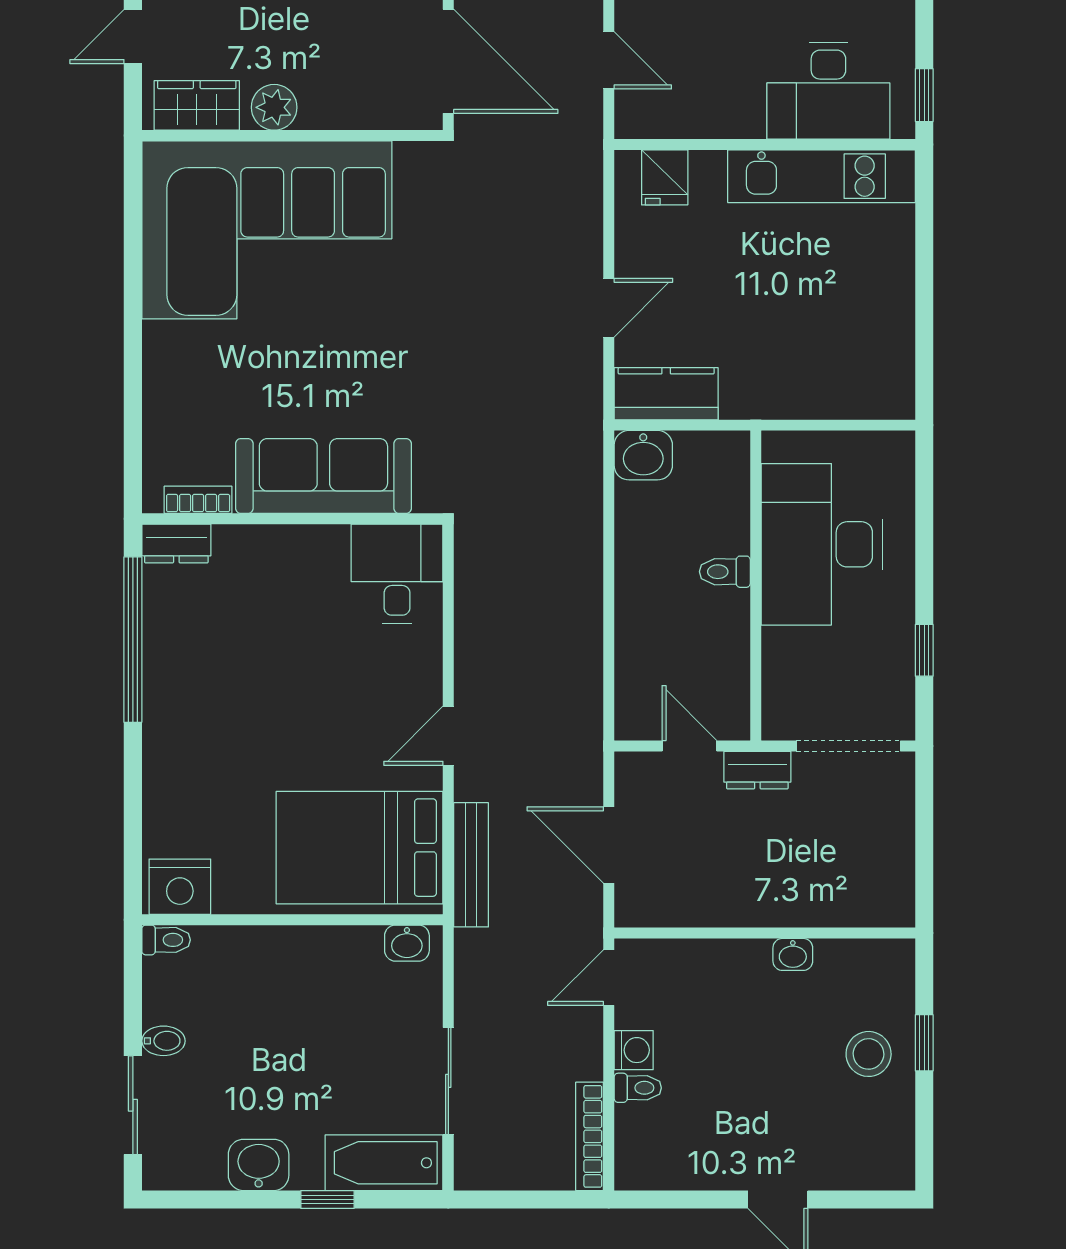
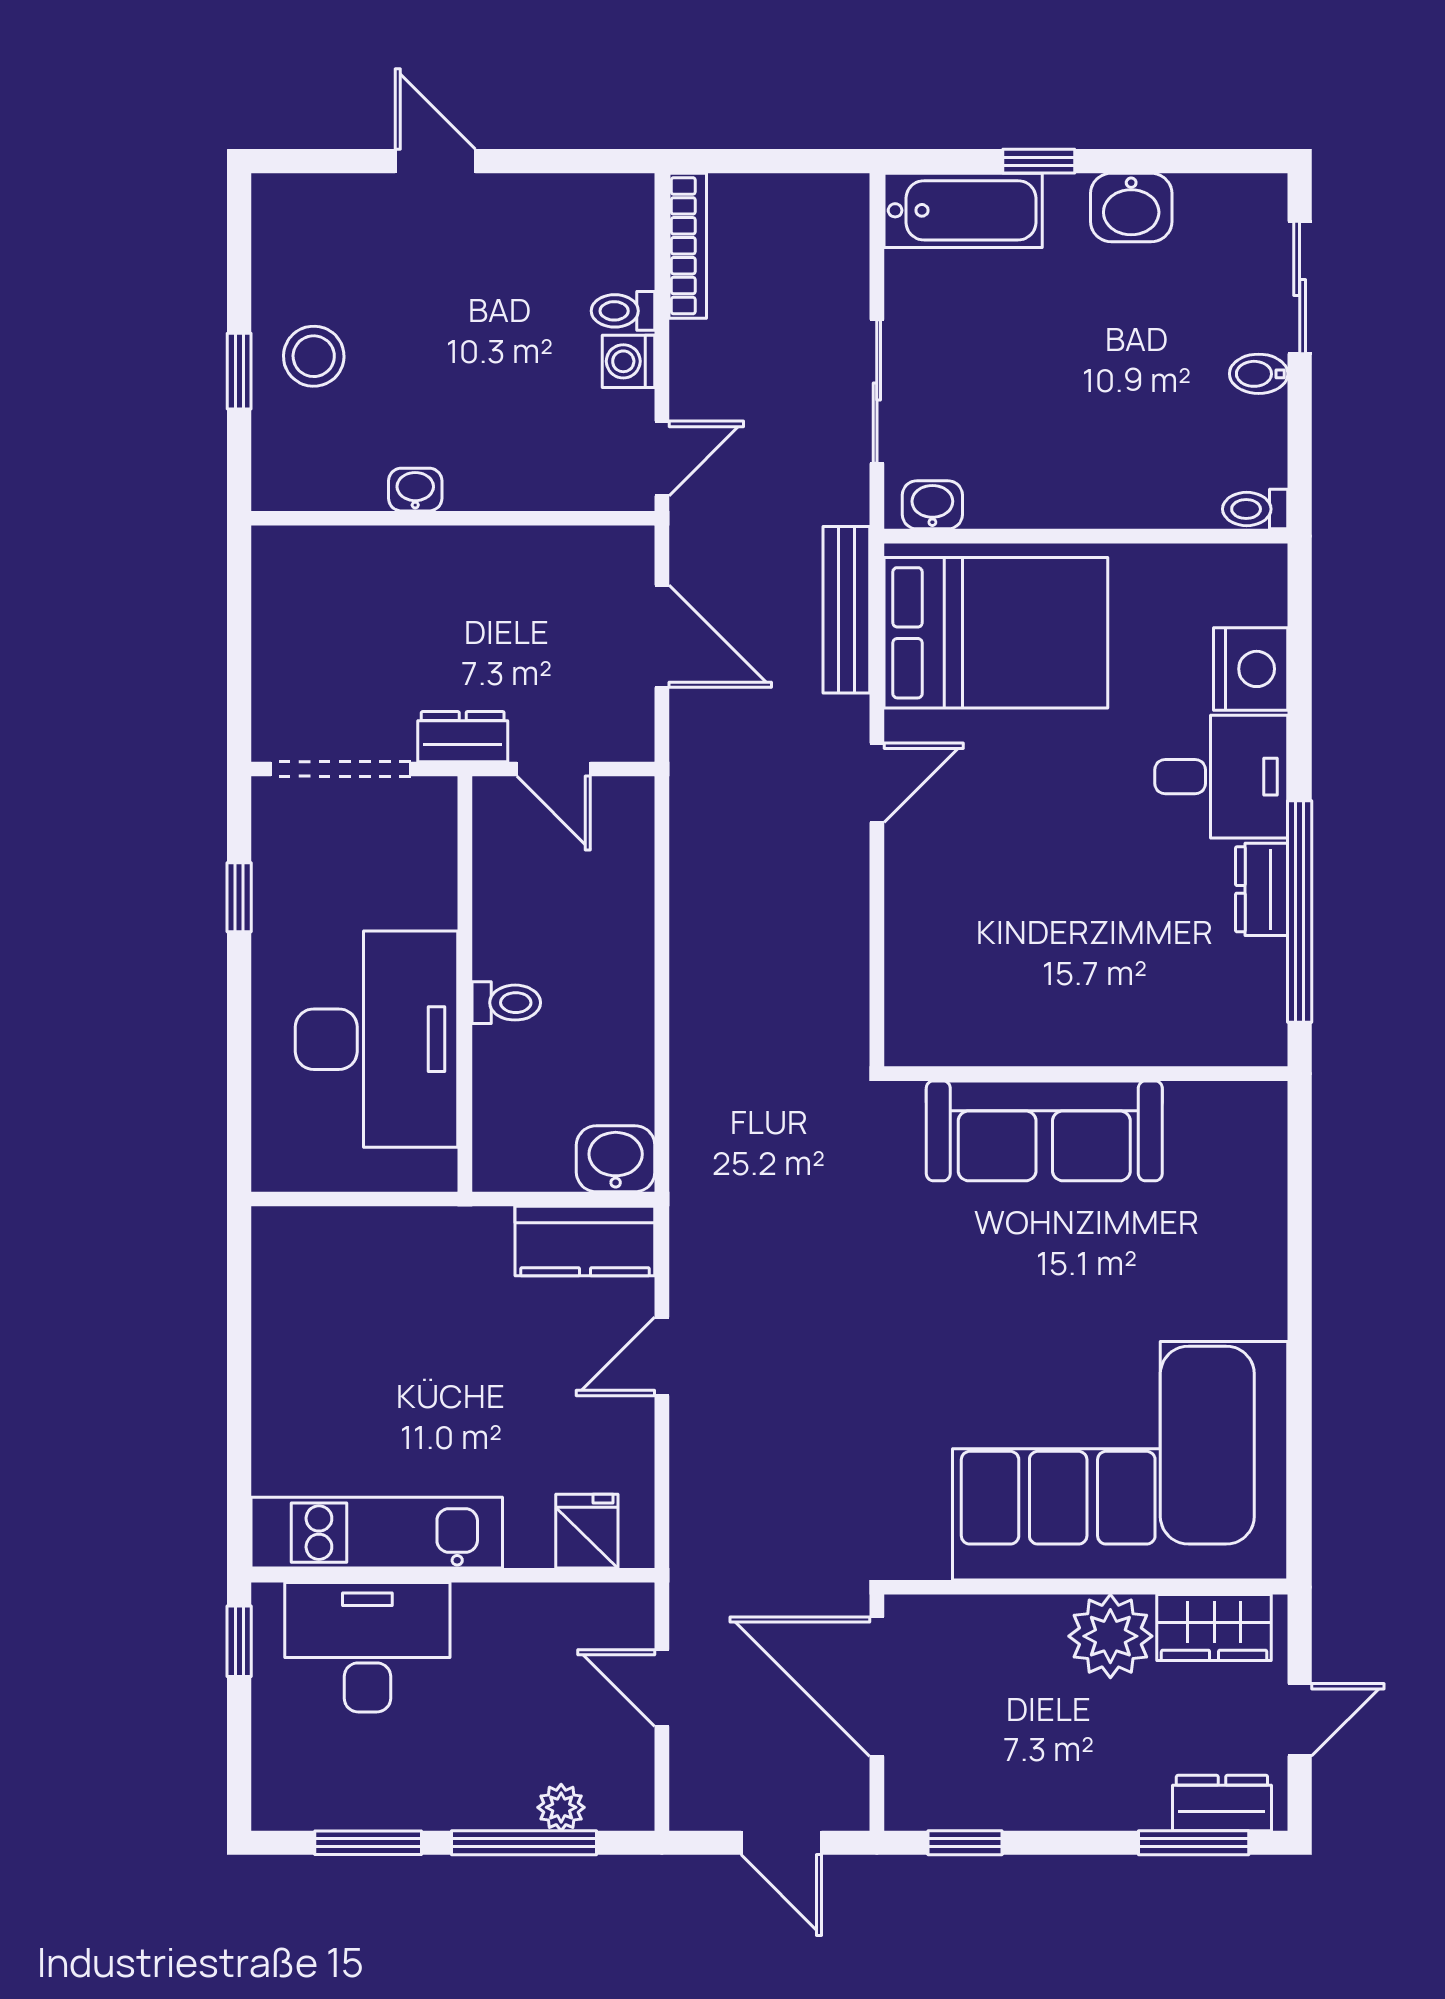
plant: (274, 107) -> (1110, 1636), width x1.36, depth x1.36
bookcase: (198, 500) -> (1212, 1099), removed
dresser: (176, 543) -> (1262, 889), moved, turned -90
desk: (397, 574) -> (1221, 777), moved, turned -90
nightstand: (180, 887) -> (1251, 669), moved, turned 90
sliding door: (448, 1081) -> (877, 391), moved

